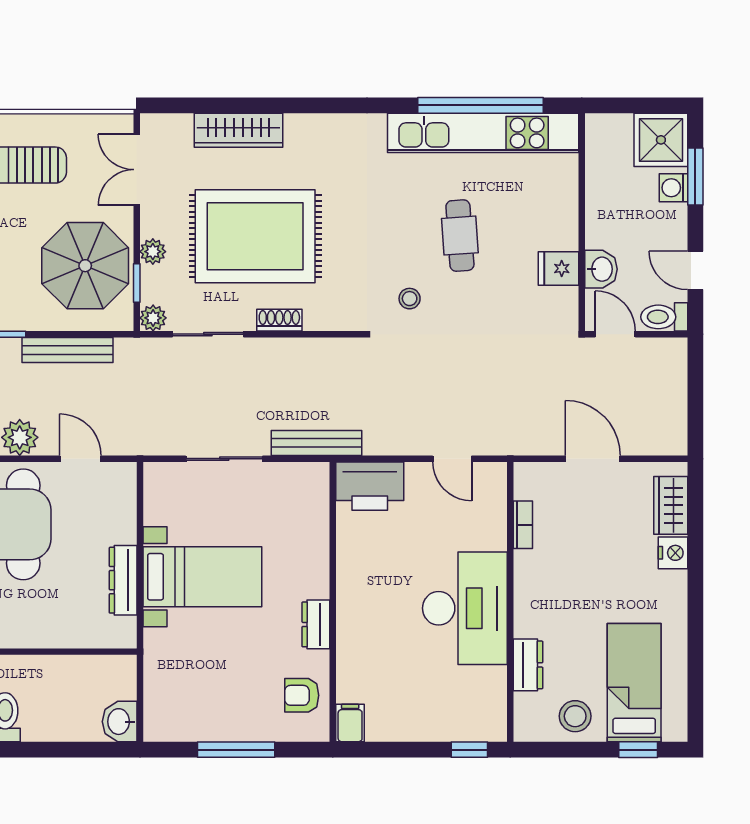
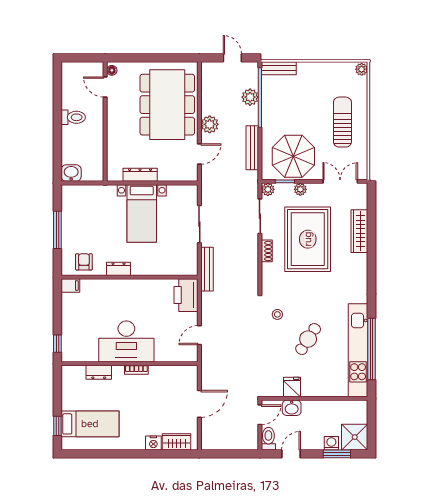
cafe table: (460, 236) -> (308, 339), turned -53
bookcase: (523, 525) -> (136, 370), moved
stool: (575, 716) -> (74, 395), removed

